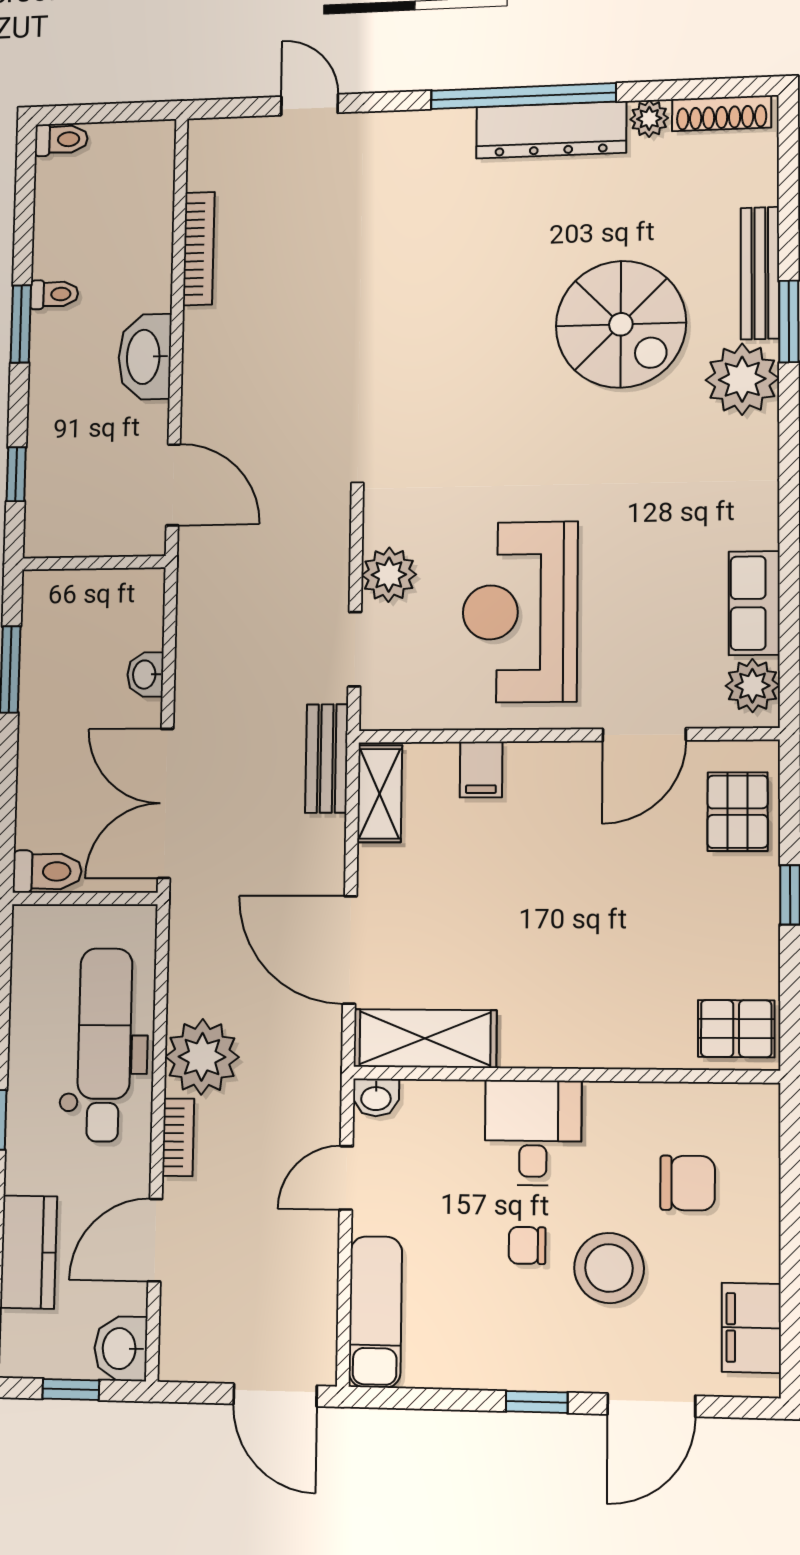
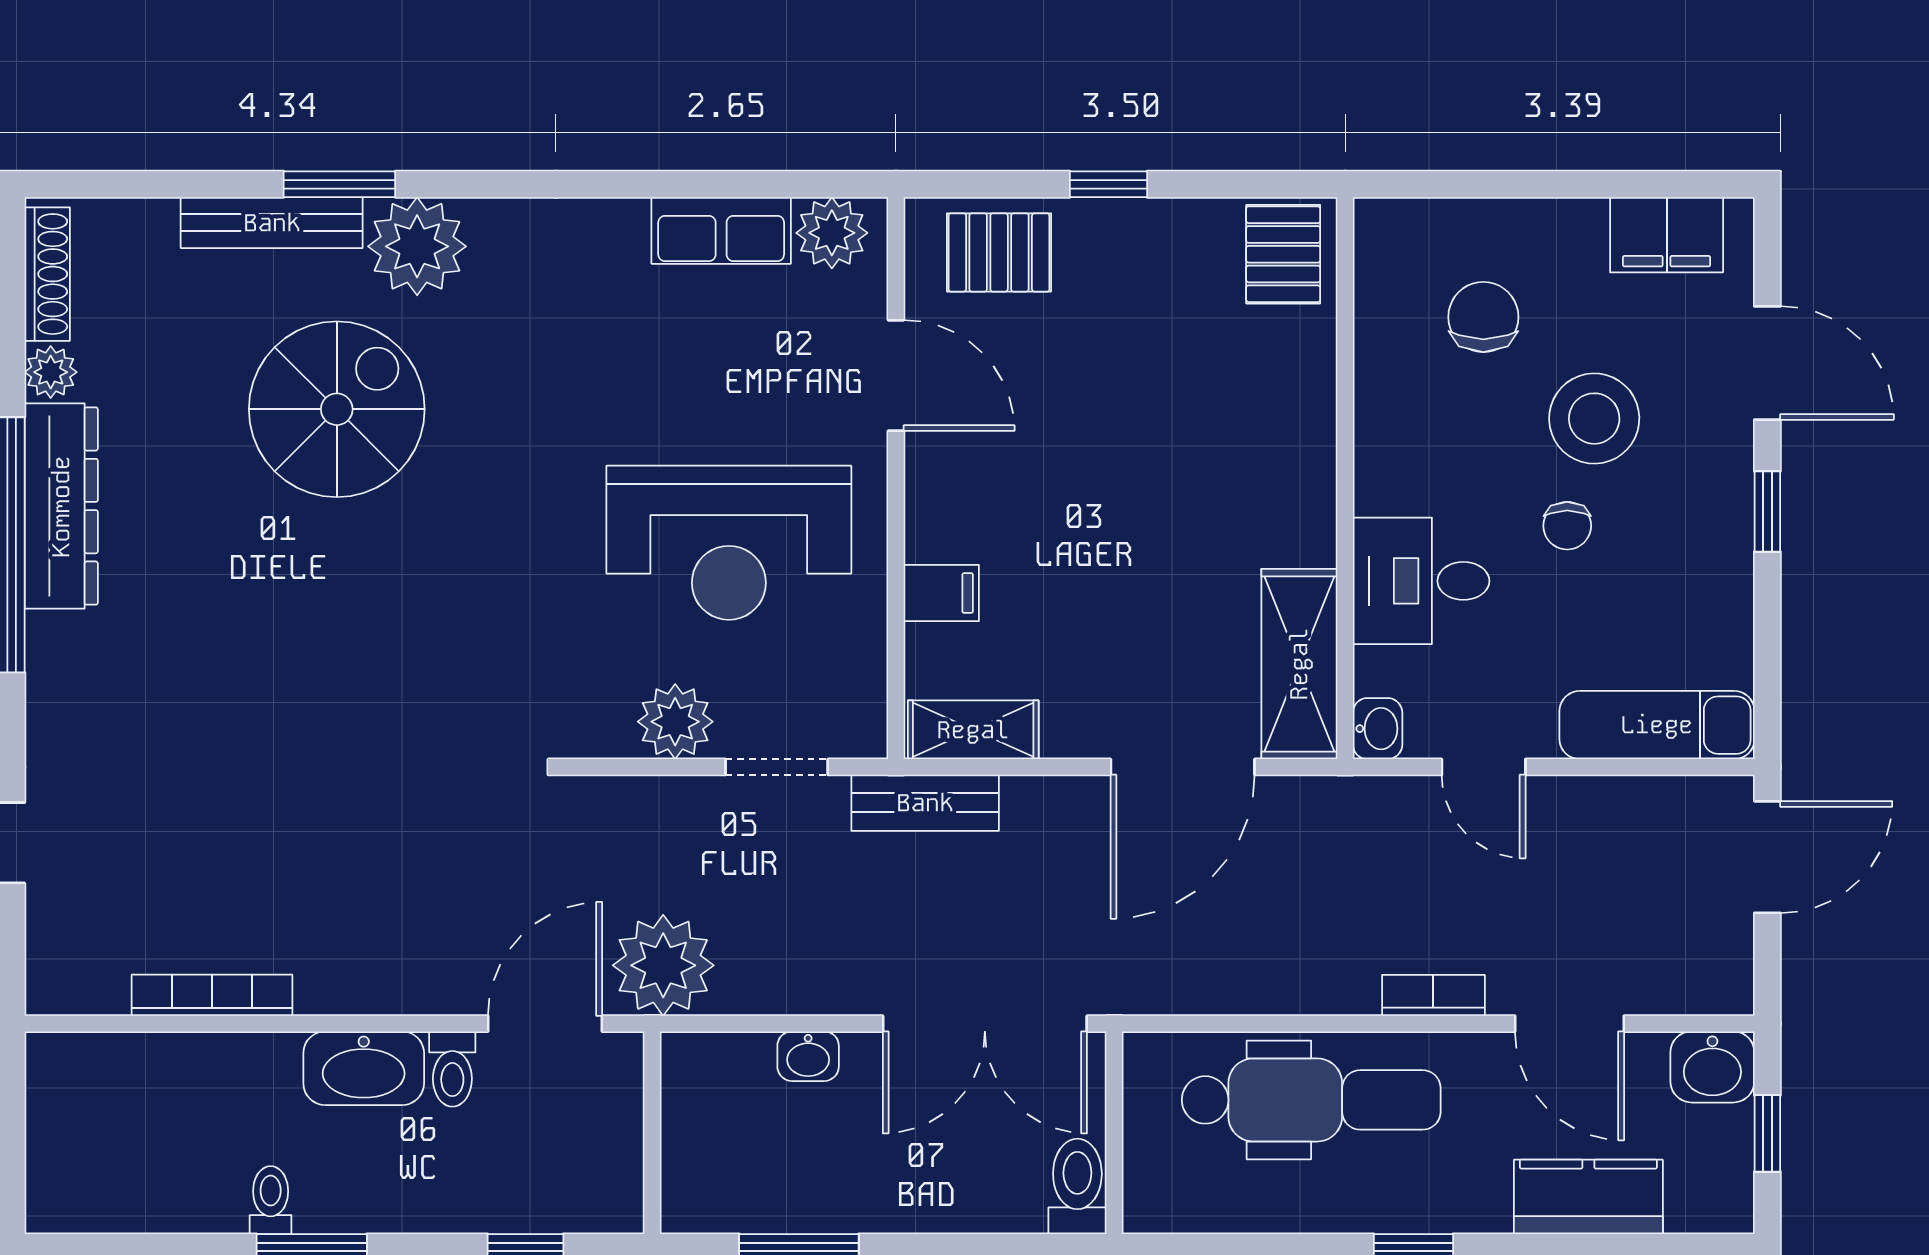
toilet: (61, 140) -> (452, 1069), moved, turned 180
dental chair: (104, 1045) -> (1311, 1100), turned 180
plant: (202, 1057) -> (663, 965), moved
desk: (533, 1133) -> (1421, 581), moved

